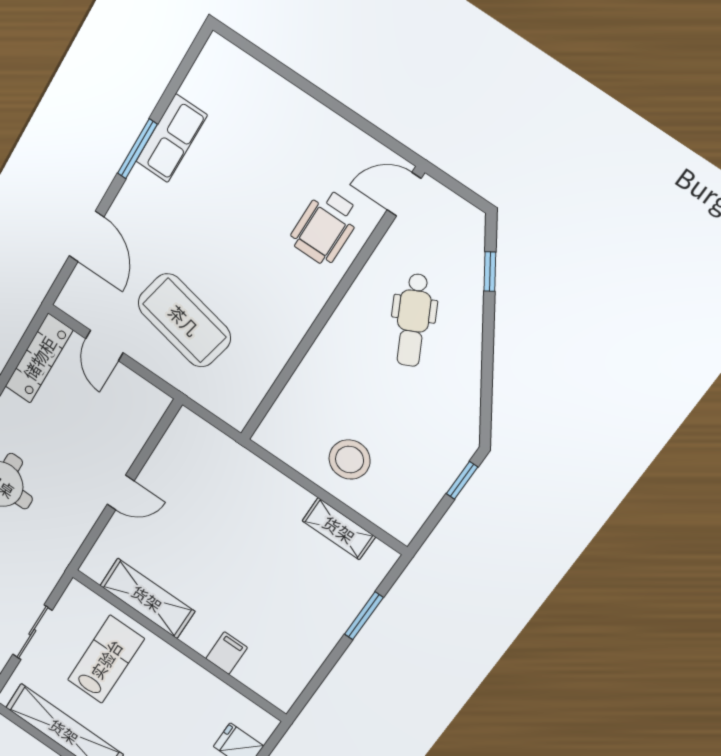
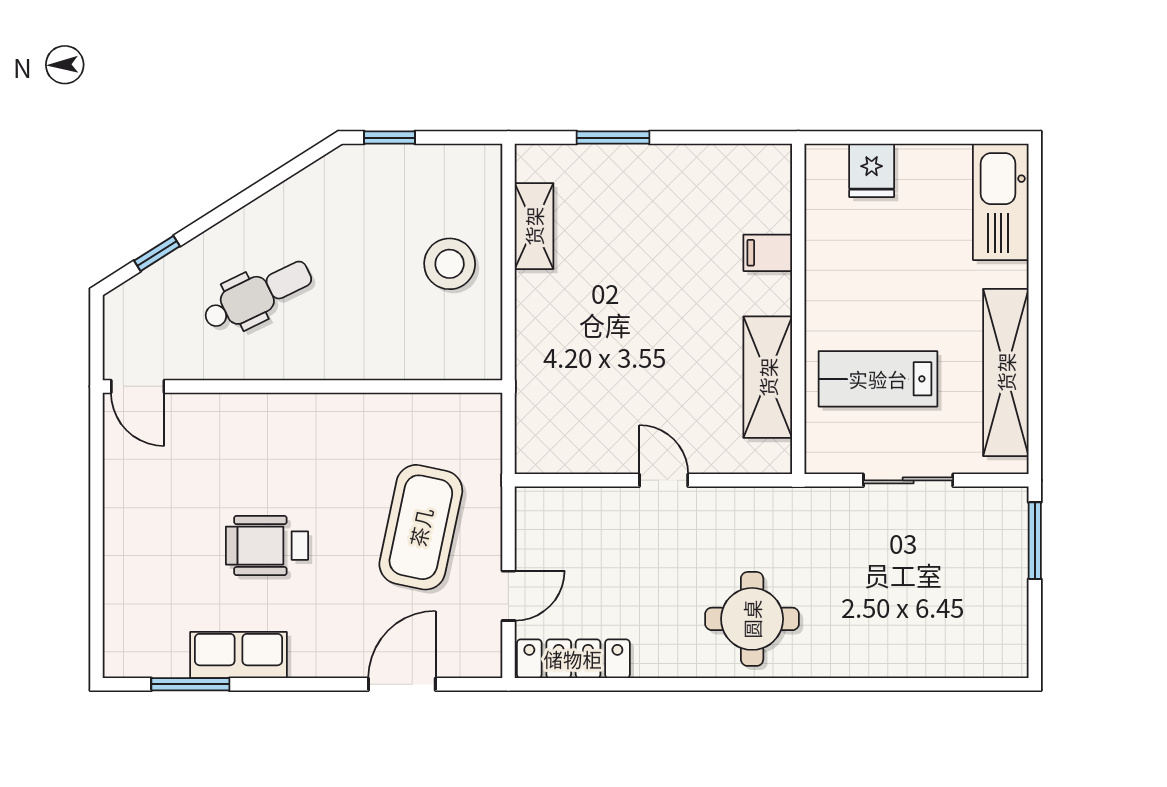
window: (137, 149) -> (190, 684), moved
wheelchair: (325, 227) -> (267, 546), moved, turned 180

